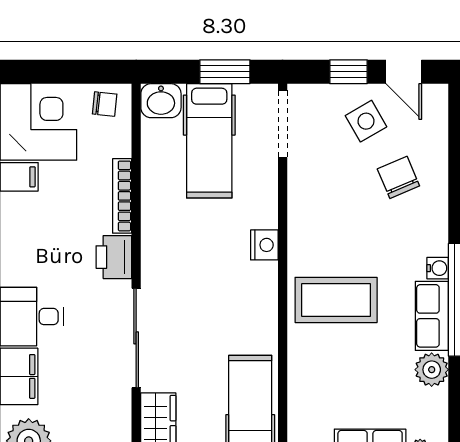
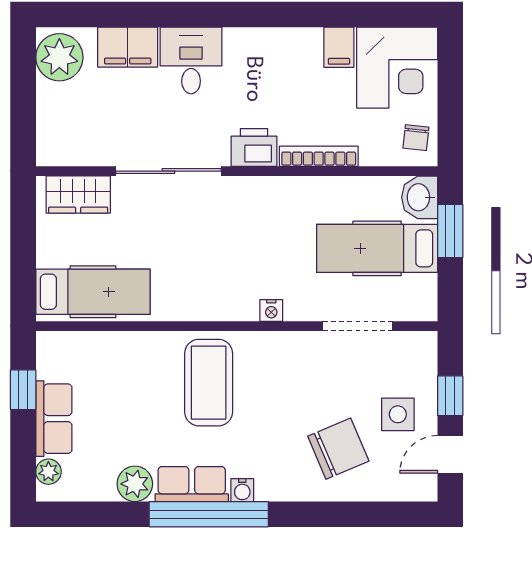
window: (225, 72) -> (450, 231), moved
side table: (366, 121) -> (398, 414), turned 30
doorway: (283, 124) -> (358, 326), moved
chair: (398, 177) -> (338, 449), width x1.37, depth x1.37
nightstand: (264, 245) -> (271, 311), width x0.72, depth x0.74

